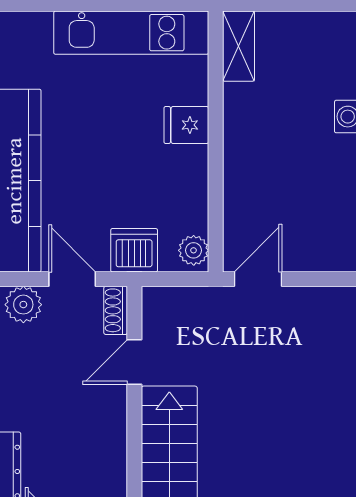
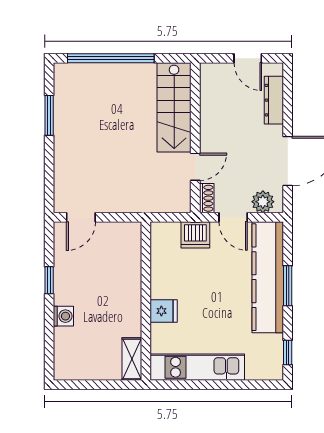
plant: (194, 250) -> (159, 235), removed
door: (258, 279) -> (81, 217), moved

